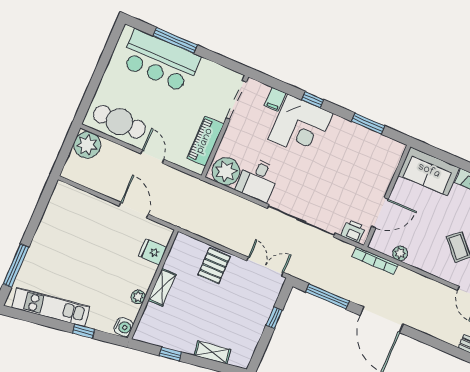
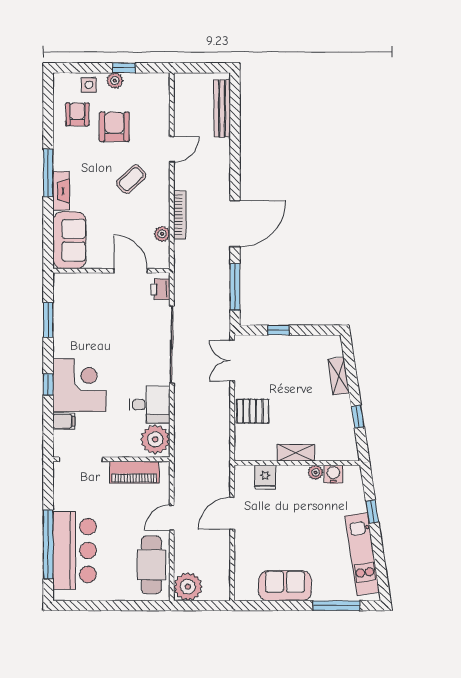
window: (175, 40) -> (48, 544), width x1.46
sofa: (52, 229) -> (285, 586), added
bookcase: (375, 261) -> (180, 215), moved
water cooler: (124, 327) -> (333, 474), moved

